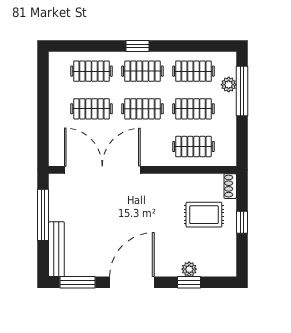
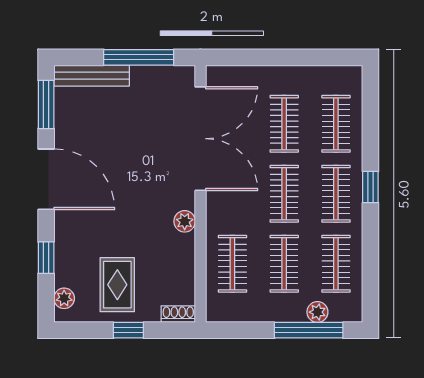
plant: (163, 181) -> (185, 221), added
rug: (204, 215) -> (117, 285), moved
plant: (189, 269) -> (64, 298), moved

